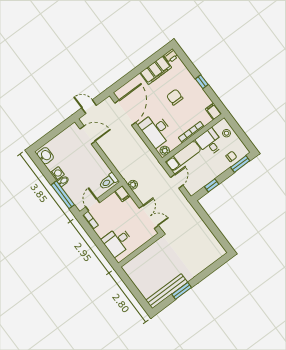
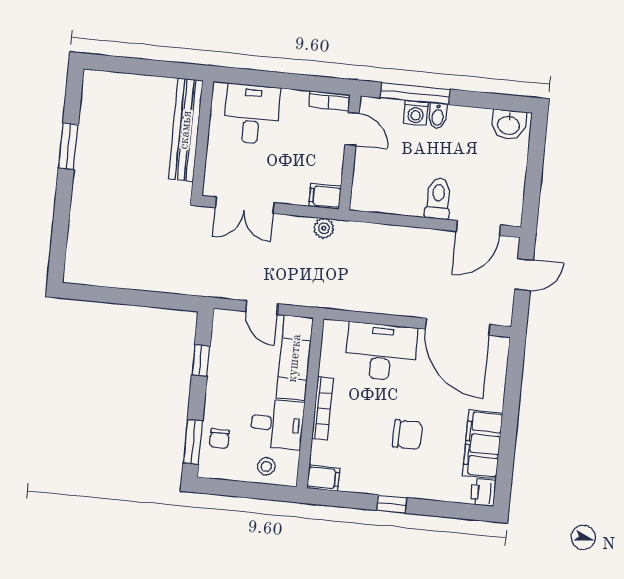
plant: (165, 151) -> (332, 335), removed
washing machine: (57, 173) -> (416, 113), moved
toilet: (108, 181) -> (438, 198), moved
bench: (167, 291) -> (186, 130), moved

